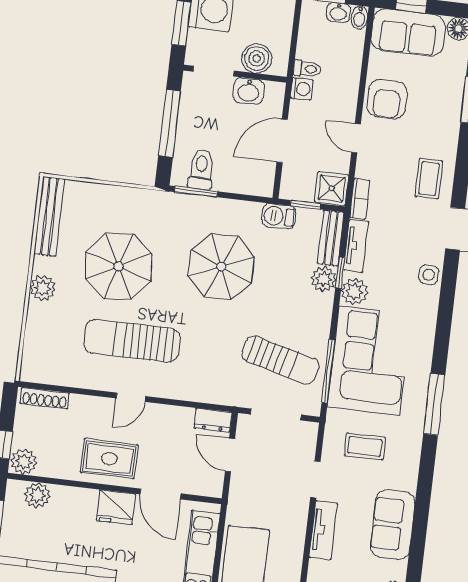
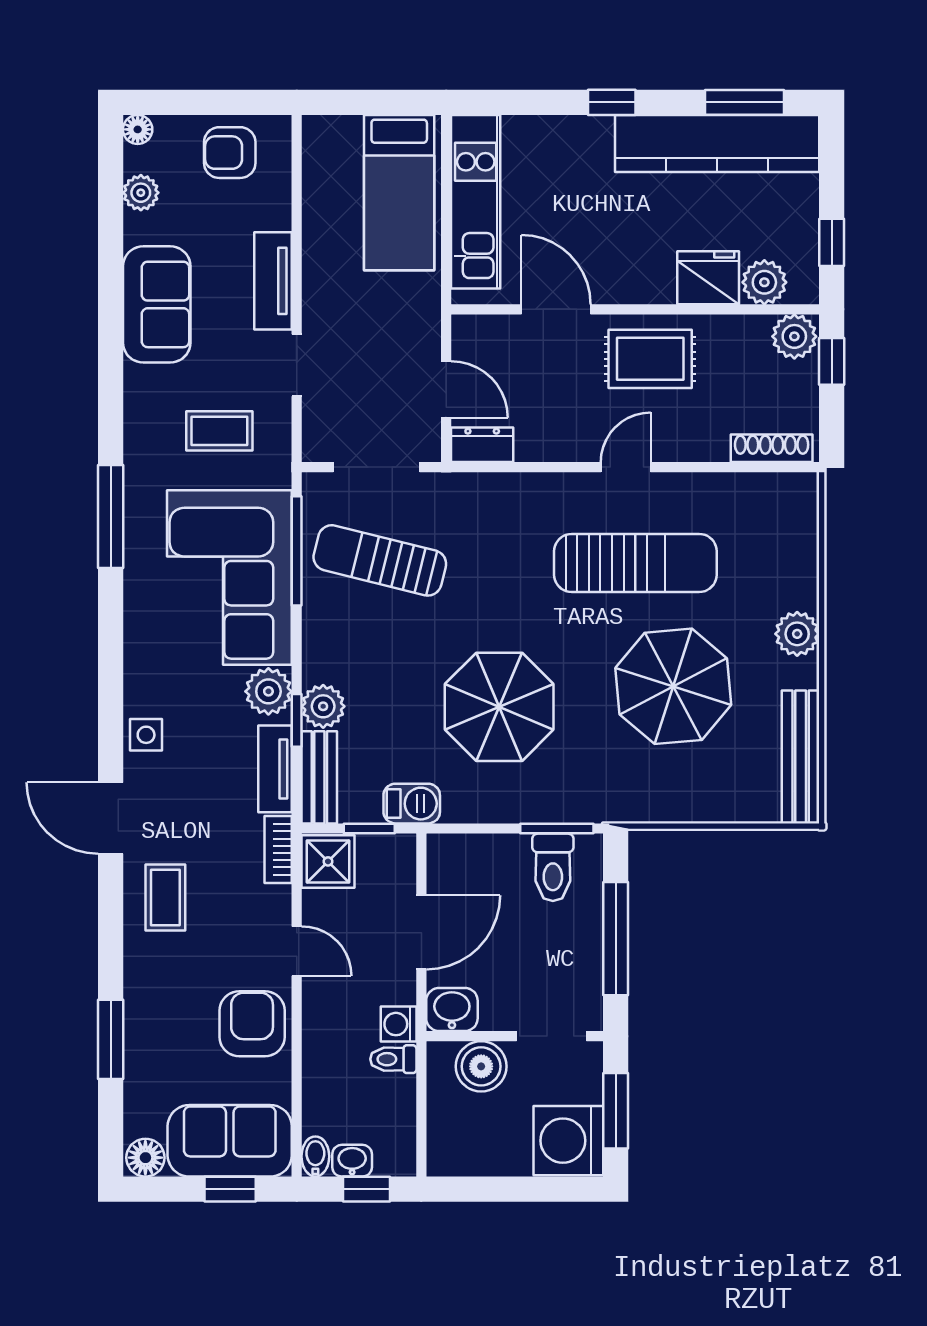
washbasin: (249, 91) -> (452, 1010), moved
fridge: (116, 507) -> (708, 278), moved

